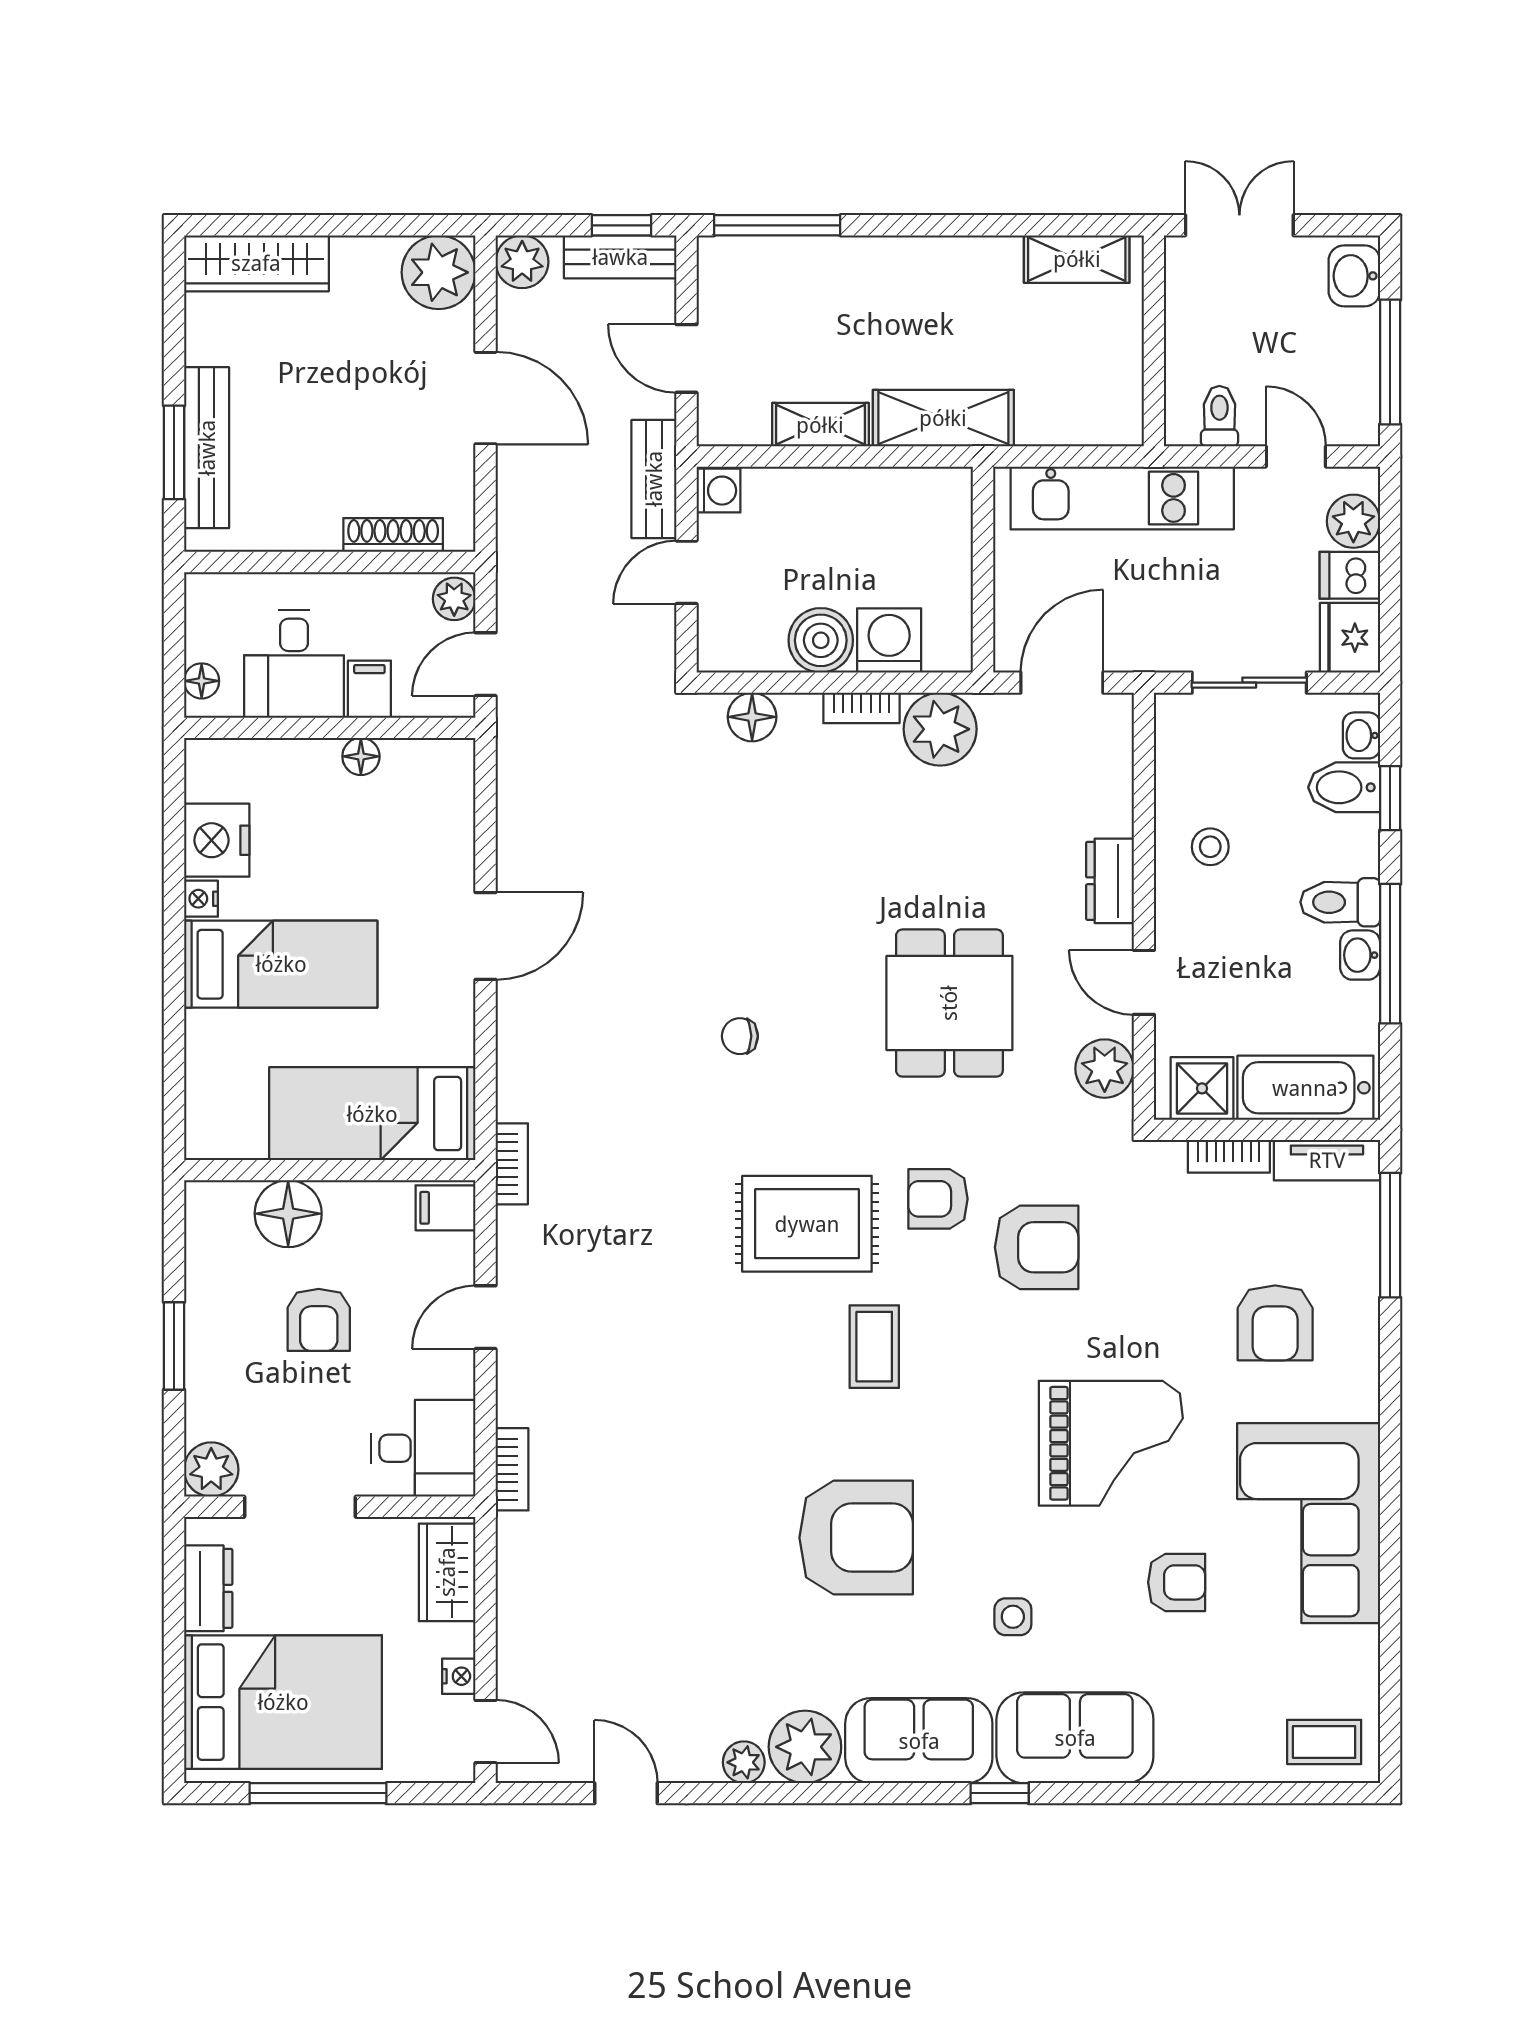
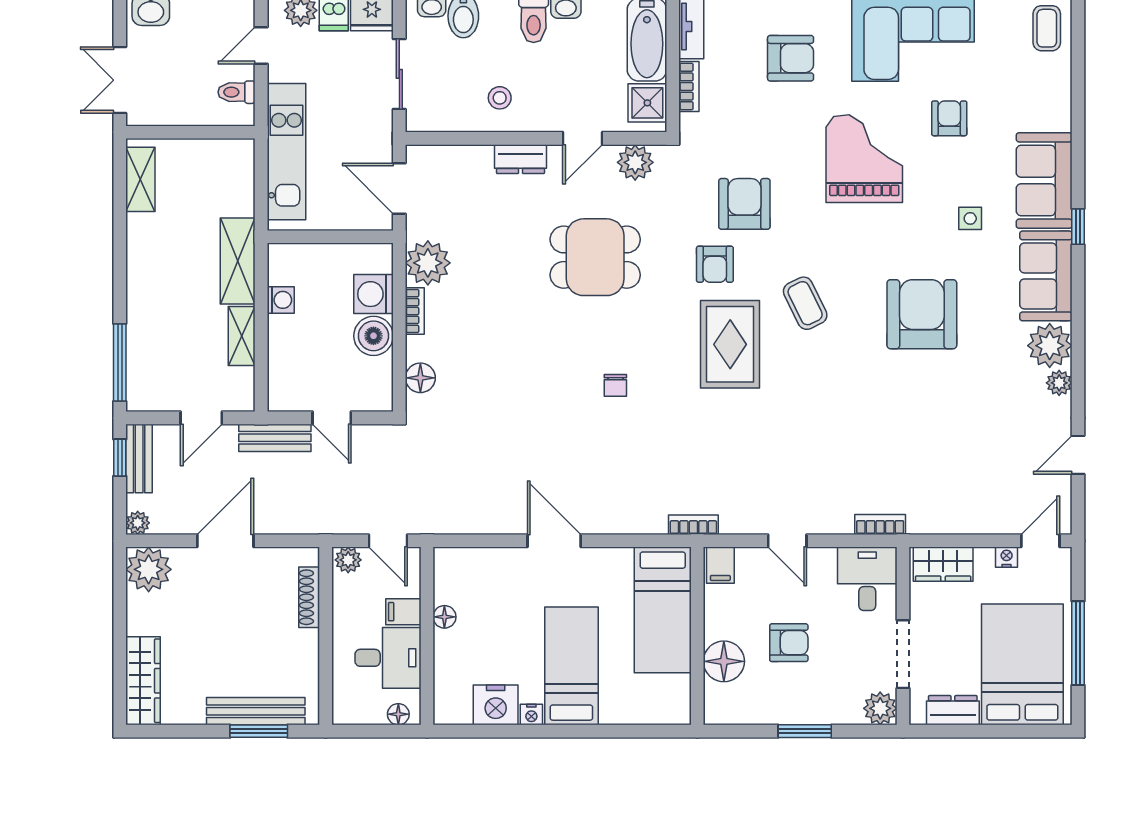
plant: (522, 262) -> (138, 523), width x0.73, depth x0.73
washing machine: (719, 491) -> (281, 300), moved, turned 90
coffee table: (874, 1347) -> (805, 303), turned 64

